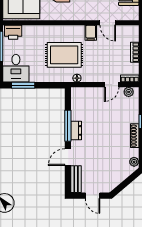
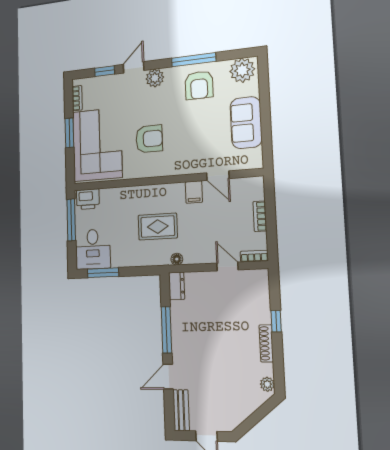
rug: (64, 55) -> (158, 227), width x0.73, depth x0.70
door: (112, 85) -> (227, 266), swing flipped
plant: (129, 92) -> (254, 276), removed
dresser: (76, 130) -> (177, 286), moved

